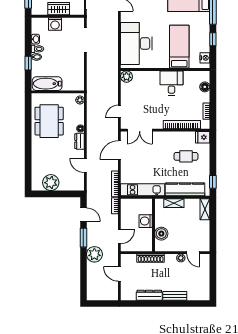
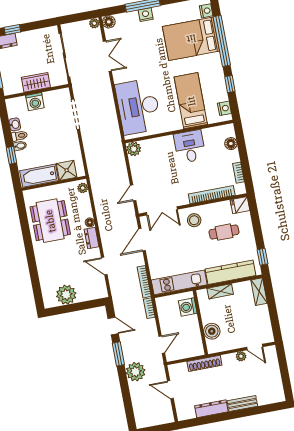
shower: (70, 83) -> (67, 170), added
stool: (164, 142) -> (194, 220), added
washing machine: (146, 221) -> (188, 307), moved

